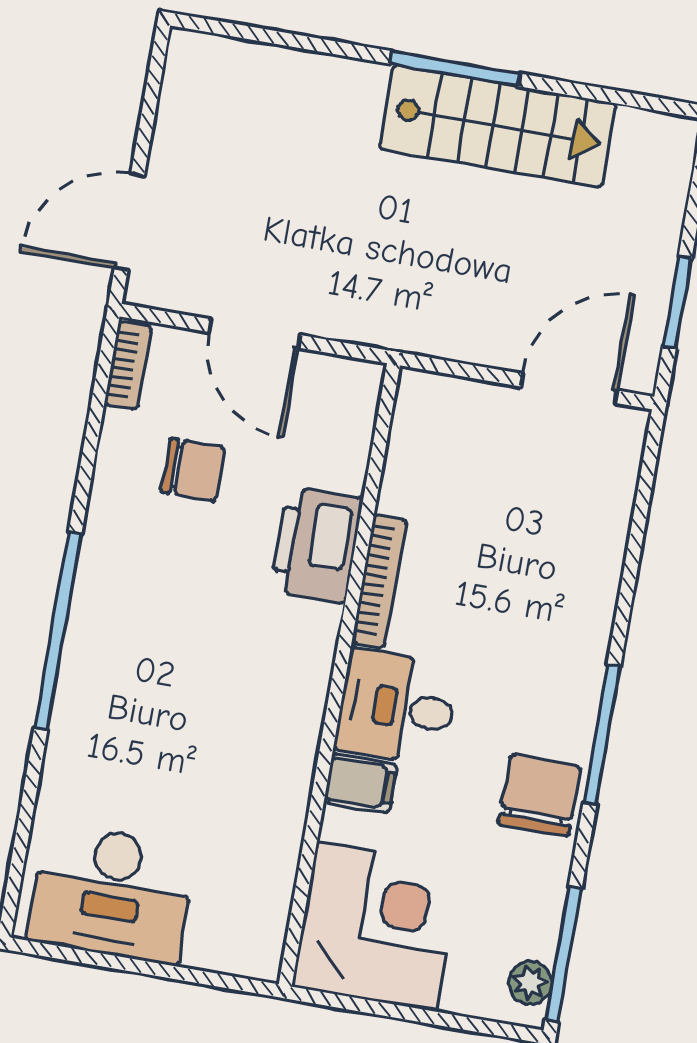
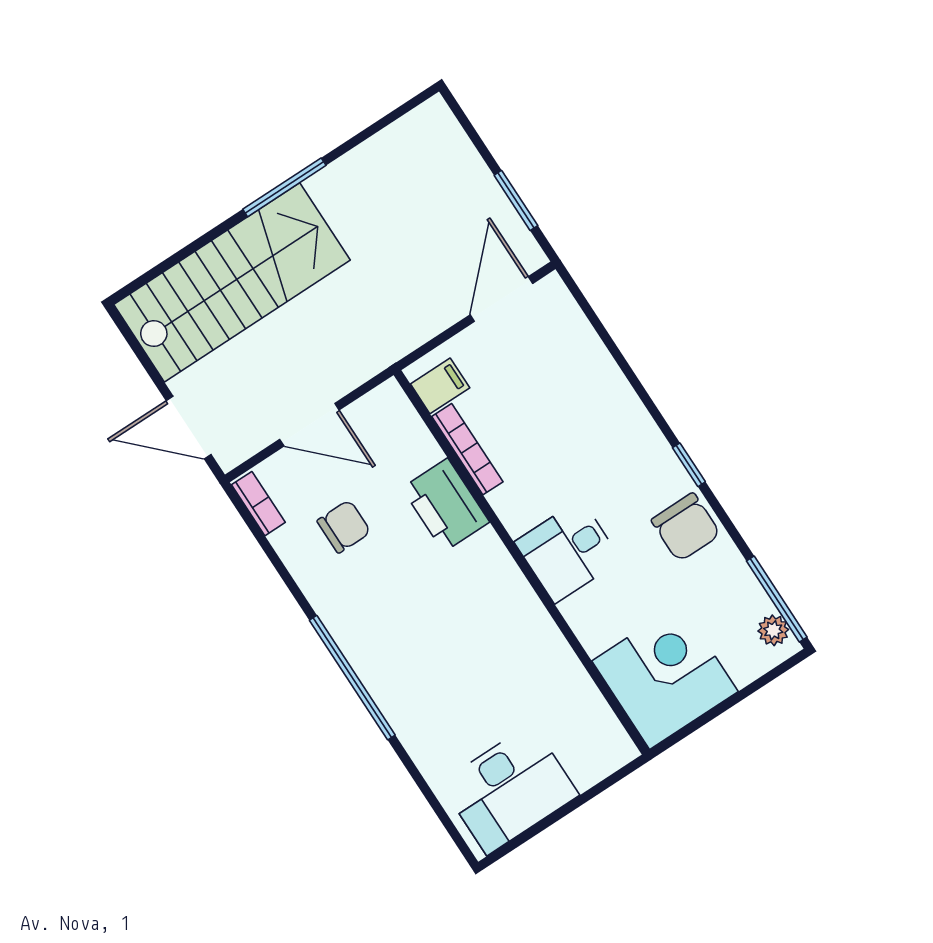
stairs: (498, 126) -> (232, 282), moved, width x1.36, depth x1.51
door: (129, 222) -> (189, 428), hinge flipped
bookcase: (379, 581) -> (467, 449), moved
window: (602, 735) -> (689, 465), width x0.46
filing cabinet: (360, 783) -> (440, 386), moved
chair: (539, 795) -> (686, 527), turned 180

